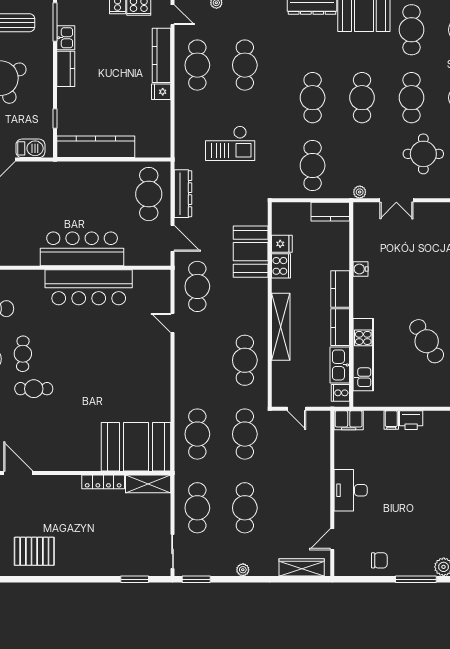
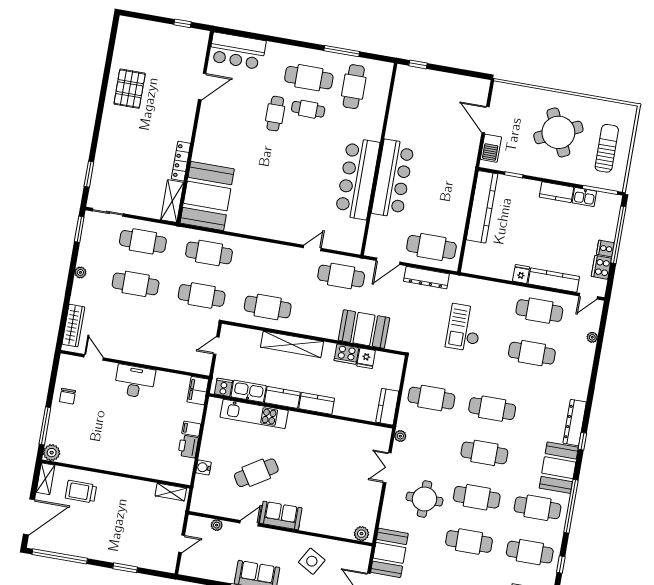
water cooler: (360, 269) -> (204, 467), moved, turned -90

